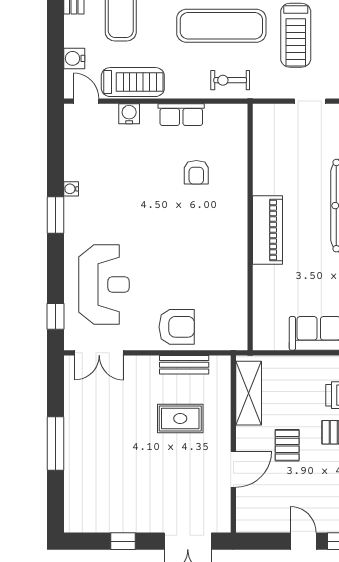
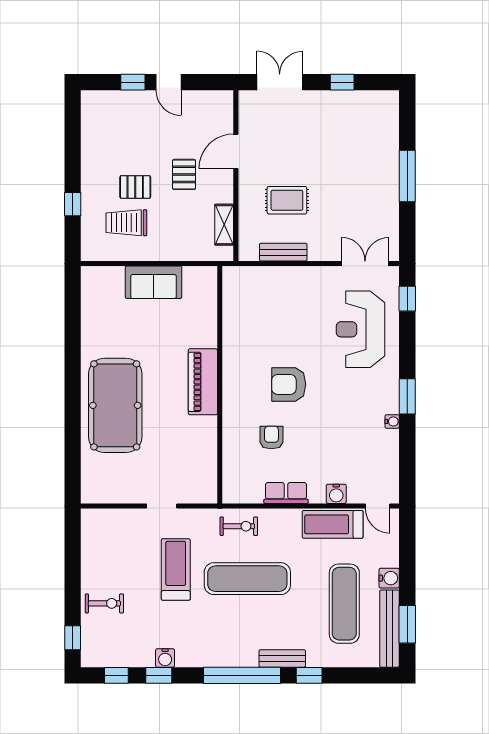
water cooler: (74, 58) -> (389, 578), moved
armchair: (177, 327) -> (289, 384), moved
shelving: (249, 393) -> (224, 225), width x0.67, depth x0.75

